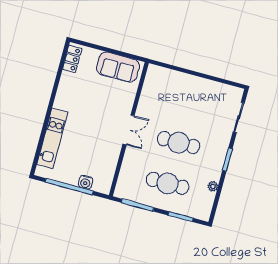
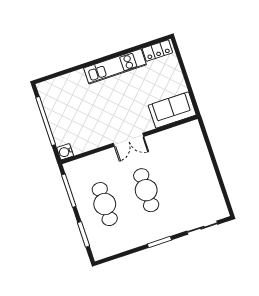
sofa: (118, 67) -> (172, 110), moved, turned 90
kitchen unit: (52, 138) -> (115, 66), moved
water cooler: (86, 182) -> (65, 152), moved
plant: (213, 186) -> (128, 245), removed

